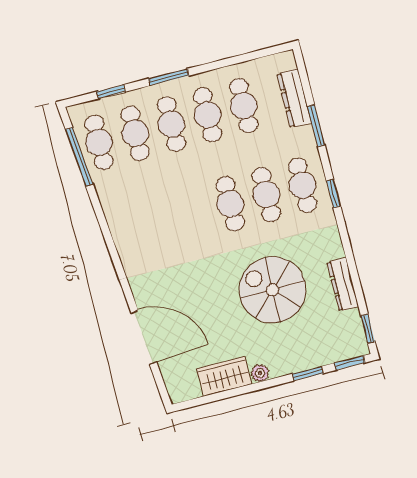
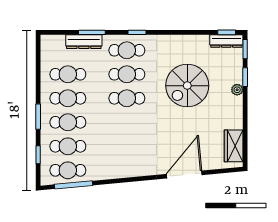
dresser: (294, 98) -> (84, 42), moved
dresser: (343, 284) -> (226, 41), moved
door: (144, 337) -> (184, 175), moved
plant: (260, 373) -> (237, 90), moved
wardrobe: (224, 376) -> (234, 146), moved

